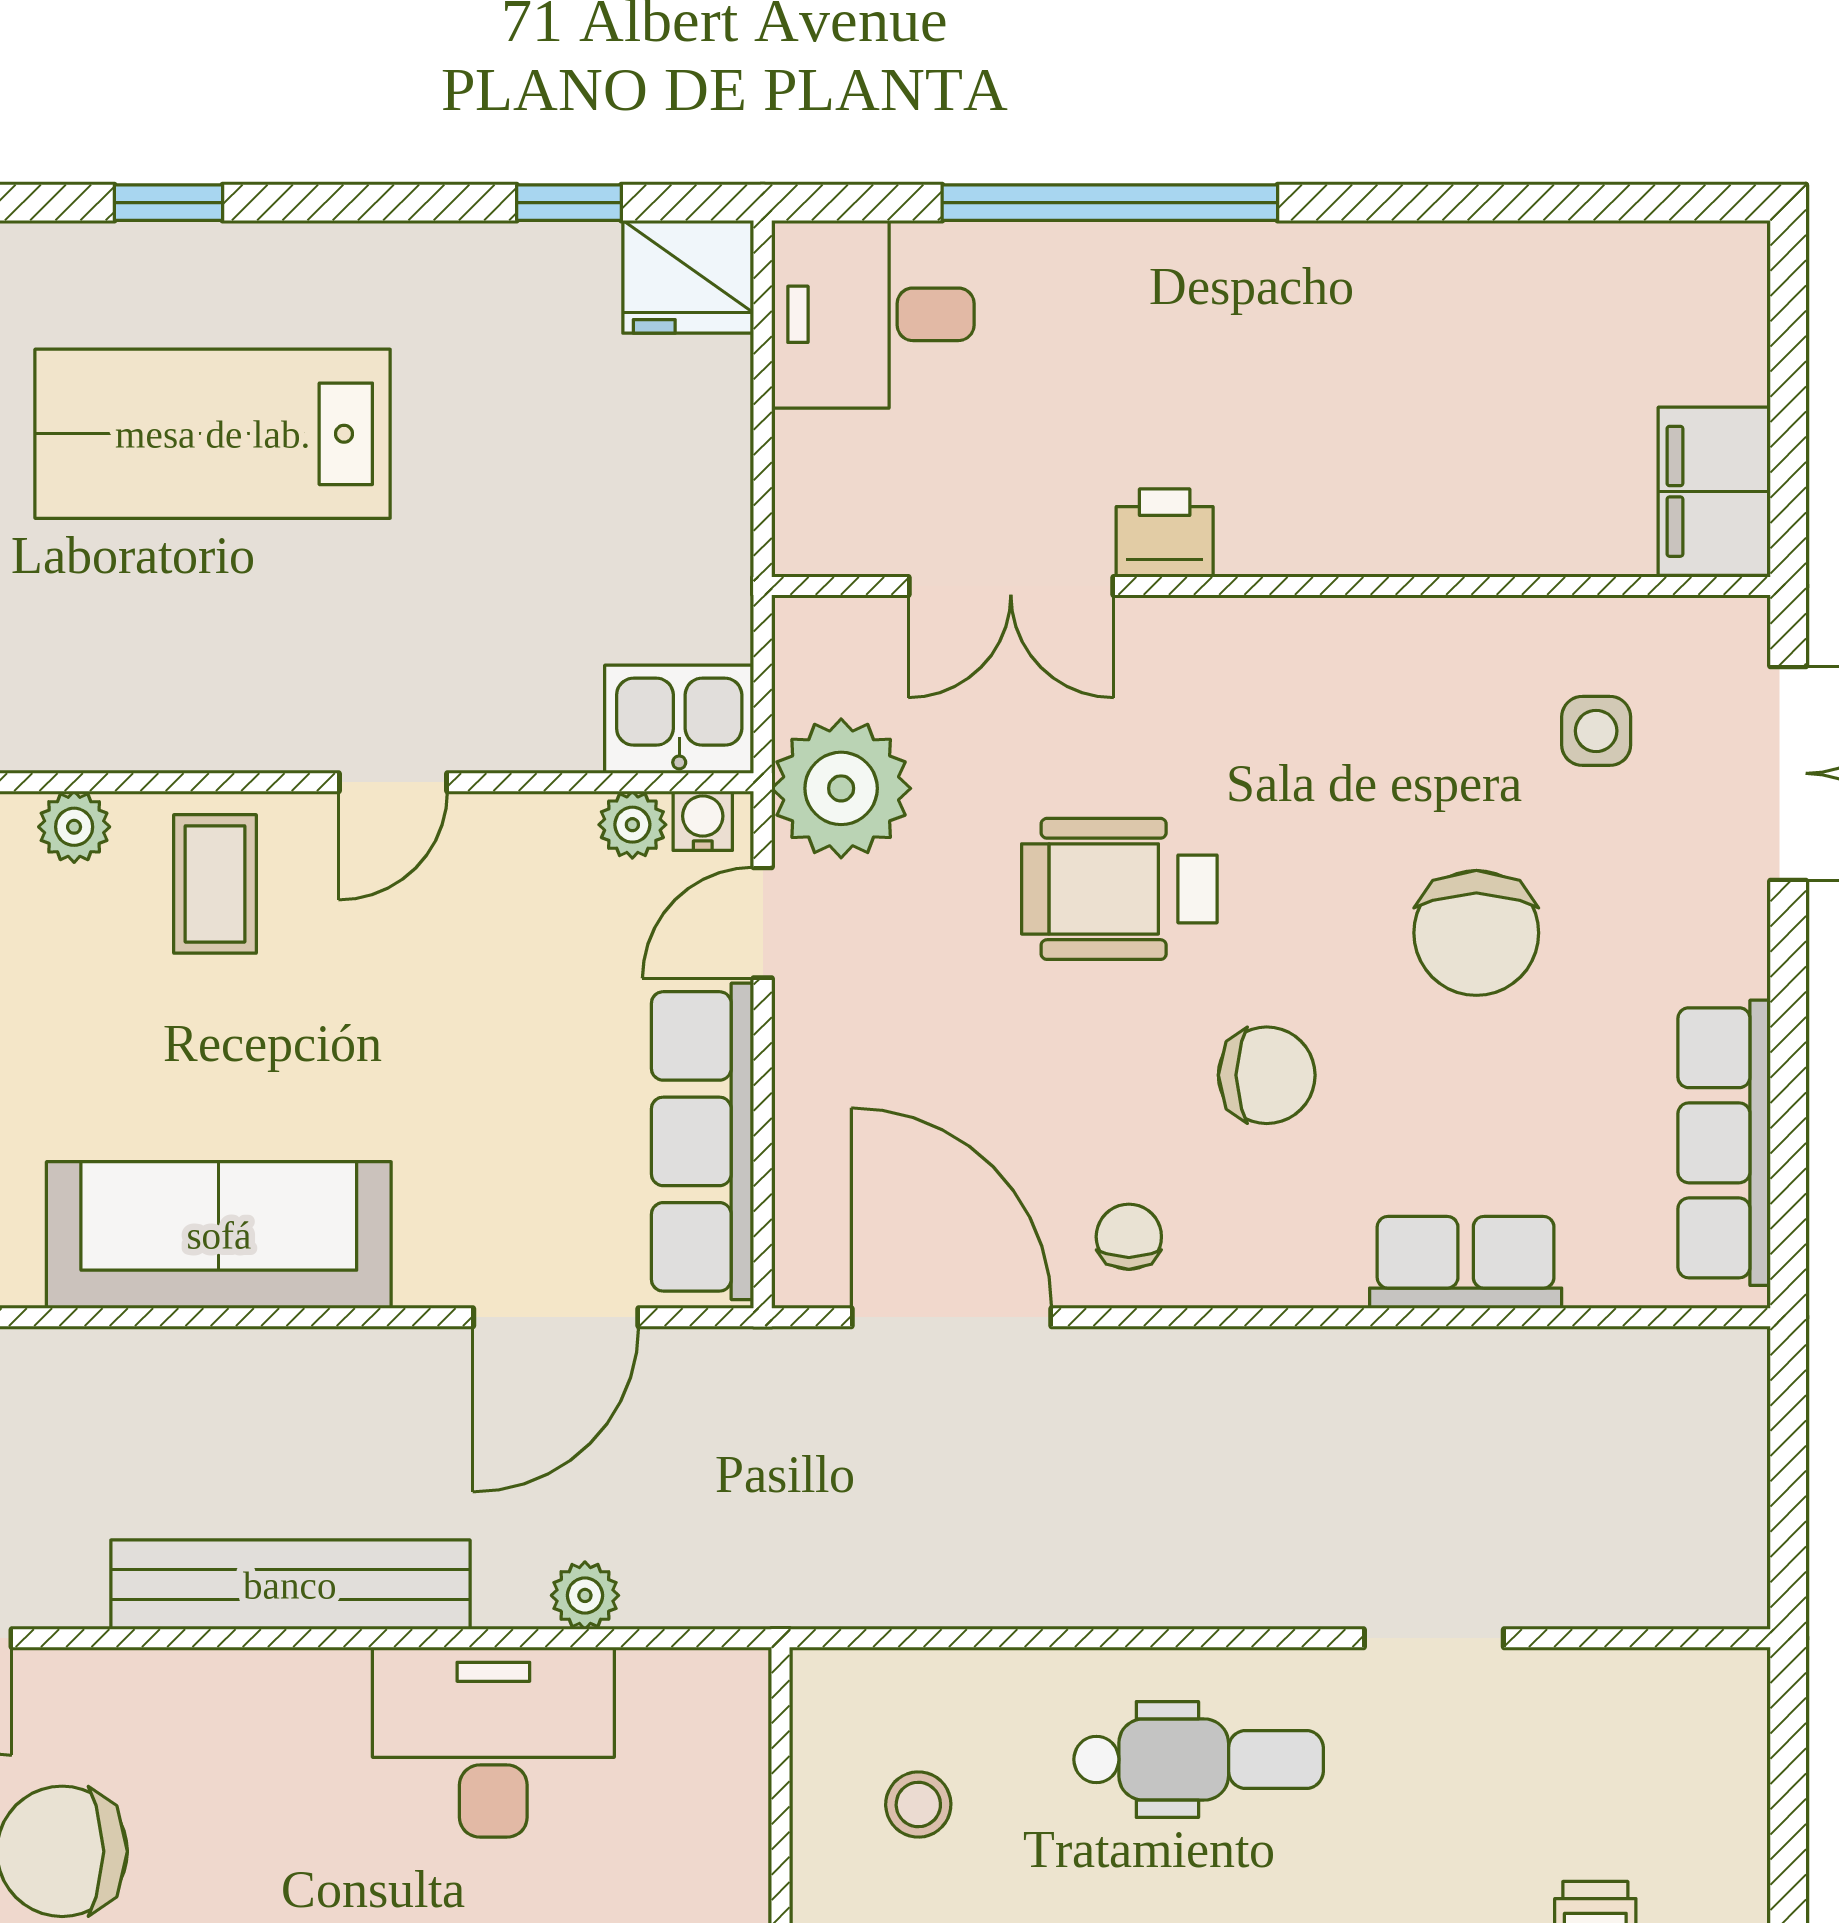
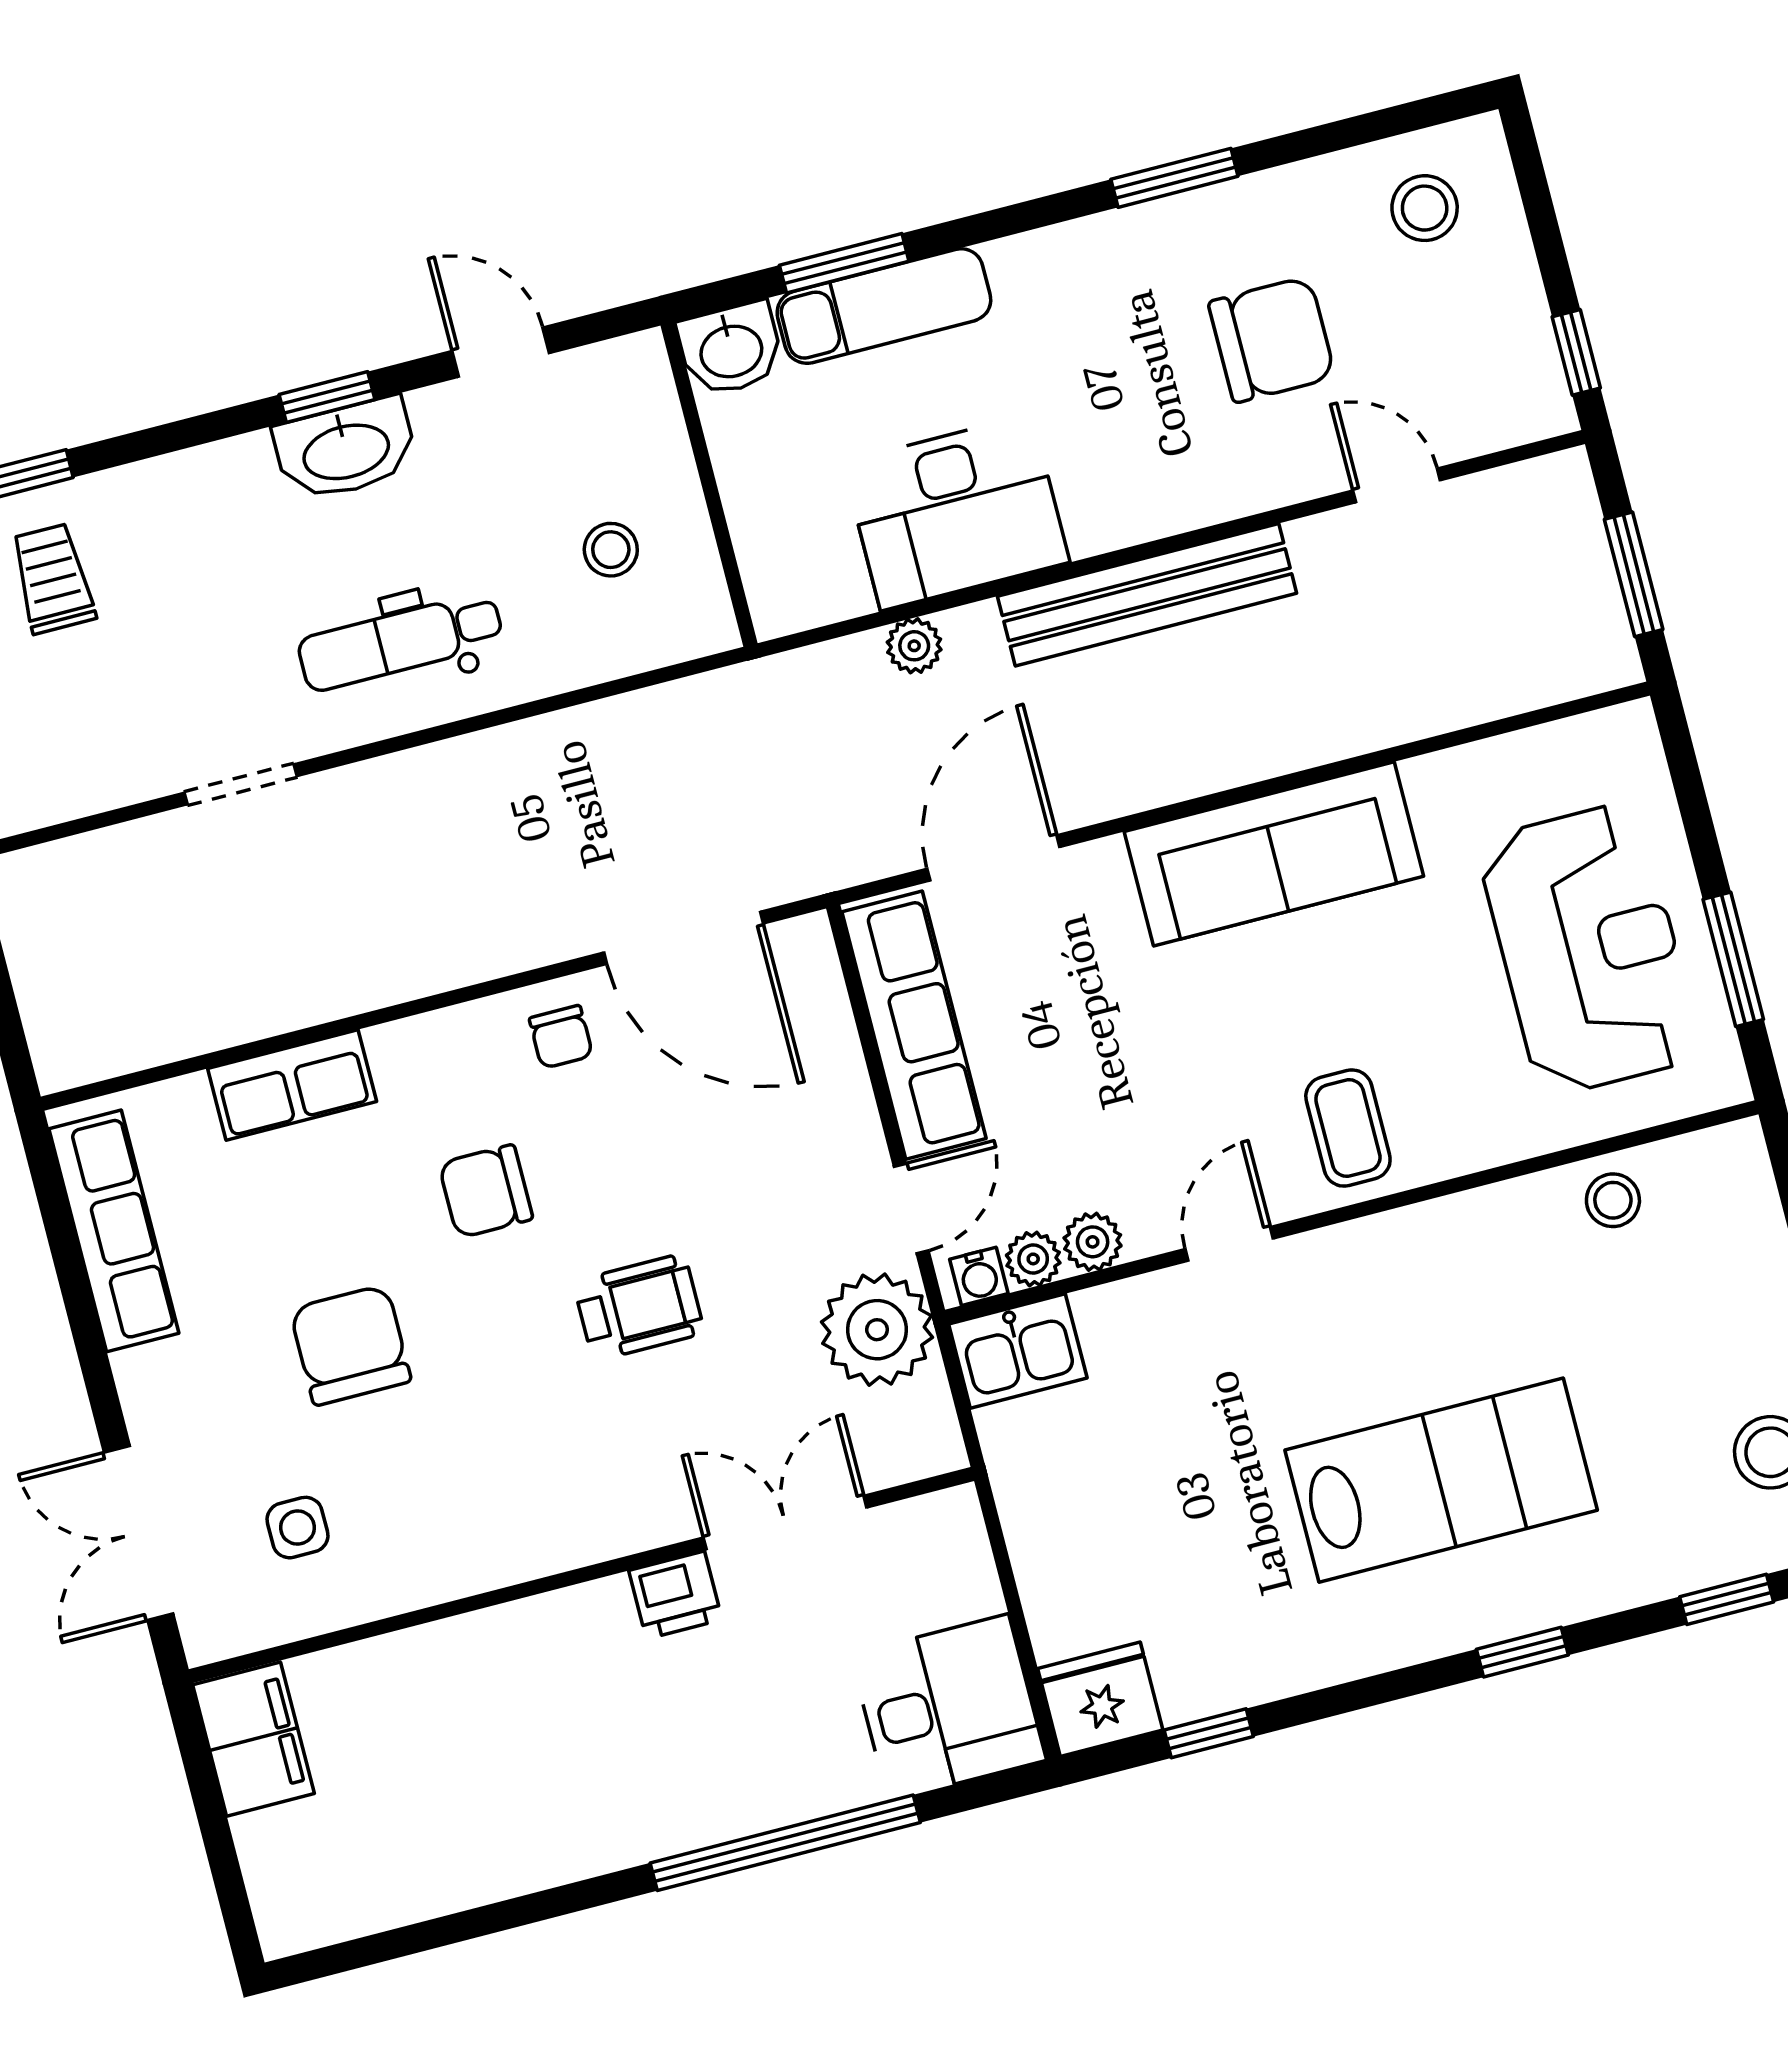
plant: (74, 827) -> (1093, 1242), moved
wheelchair: (1119, 889) -> (639, 1307), width x0.73, depth x0.73

